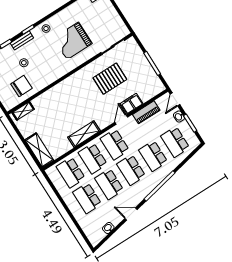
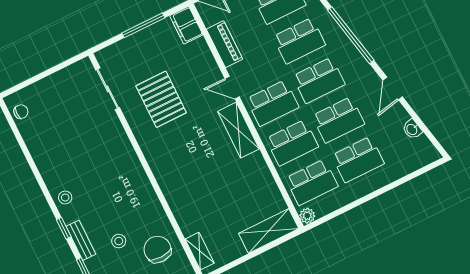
grand piano: (73, 41) -> (91, 155), removed
filing cabinet: (132, 104) -> (186, 25), moved
shelving: (84, 134) -> (238, 130), moved
plant: (51, 172) -> (307, 216), added

